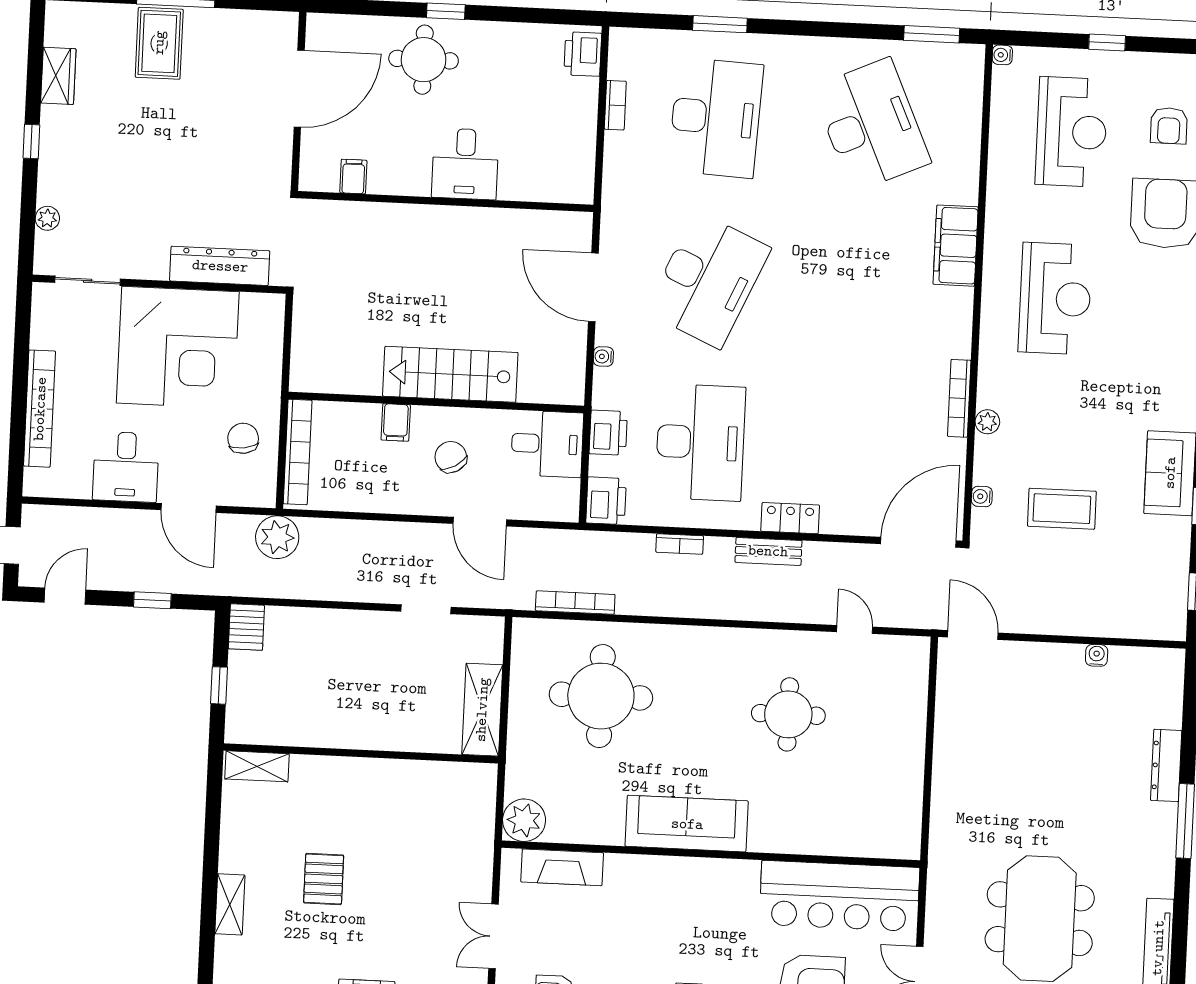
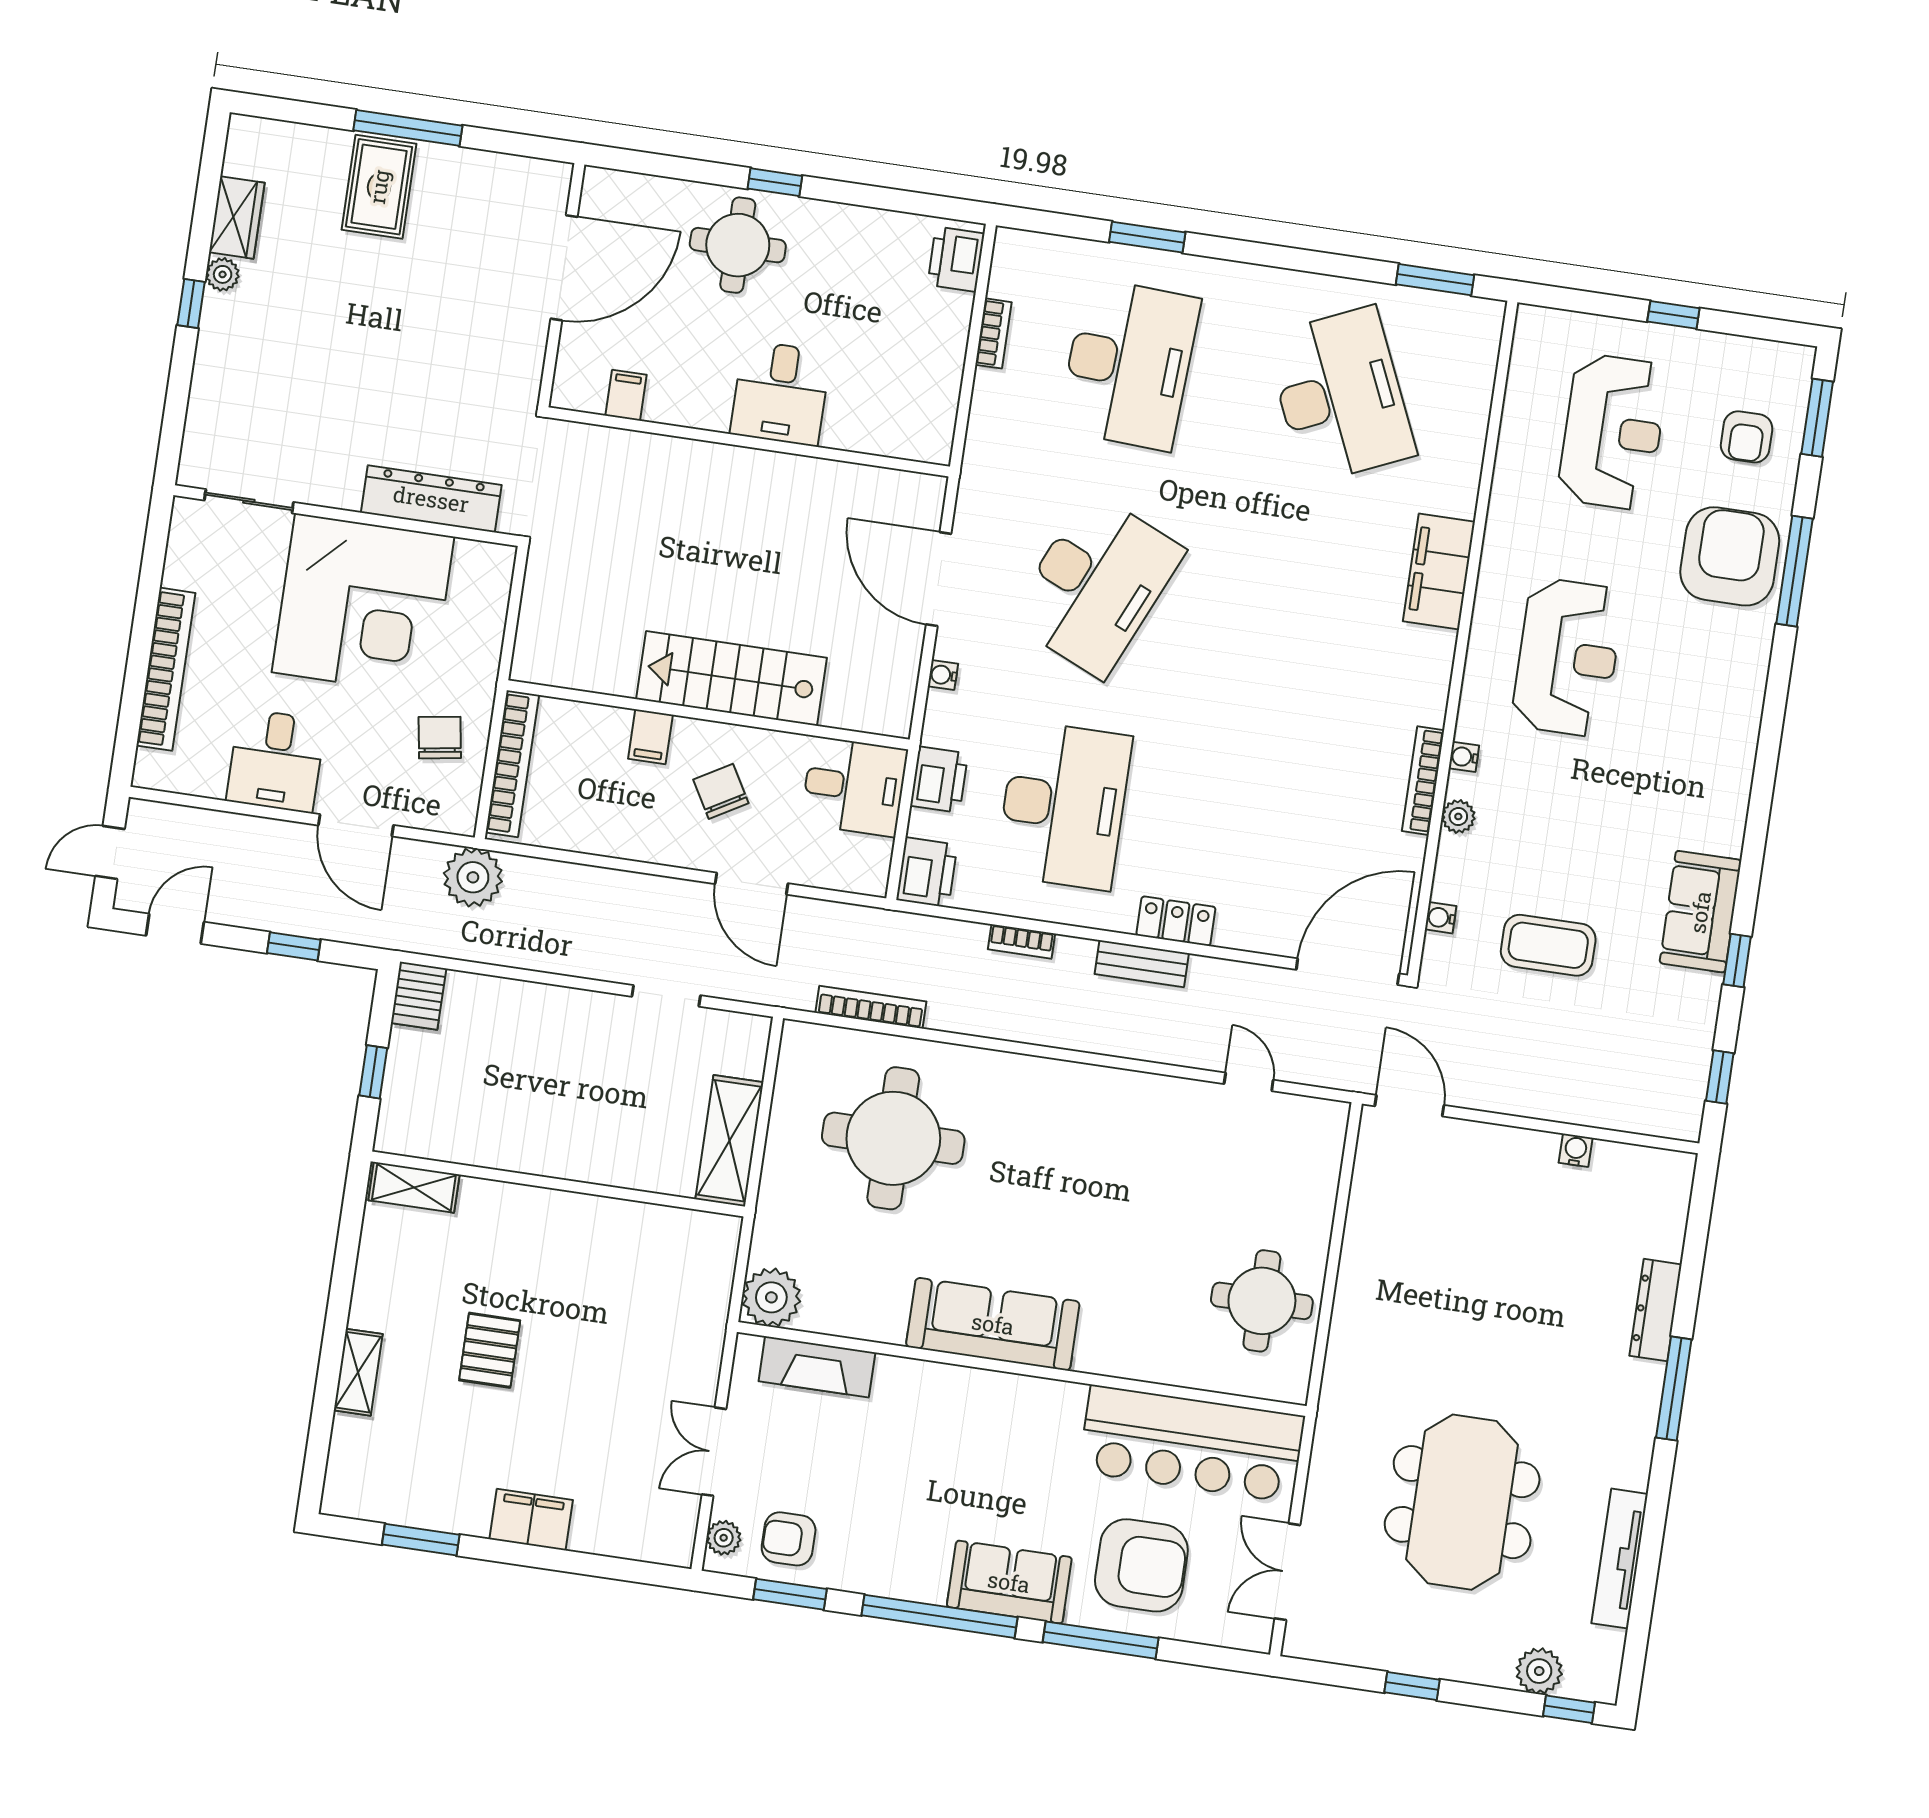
water cooler: (1002, 55) -> (1464, 757), moved
plant: (47, 218) -> (223, 274), moved
round table: (788, 714) -> (1262, 1301), moved

